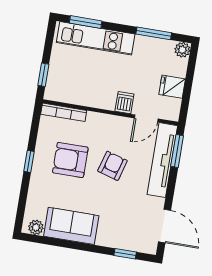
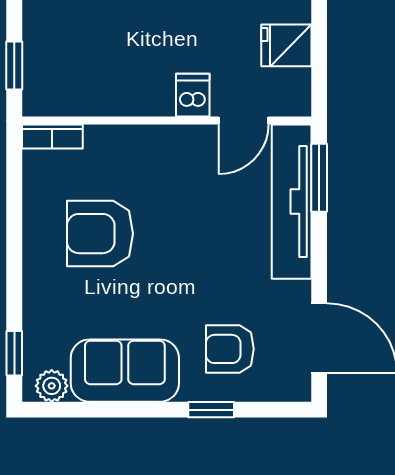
bookcase: (64, 112) -> (52, 136), width x0.64
window: (29, 161) -> (14, 353), moved
armchair: (112, 166) -> (230, 349), moved, turned -106
window: (125, 254) -> (211, 410), moved

